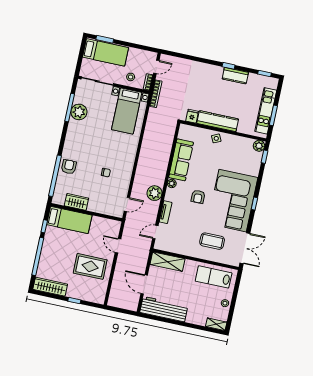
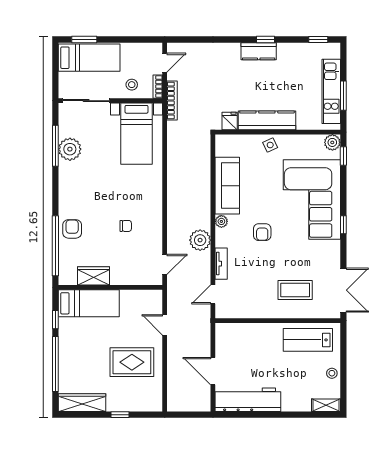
kitchen counter: (235, 76) -> (259, 51), moved
corner sofa: (233, 201) -> (312, 200), moved
shelving: (167, 262) -> (239, 332), removed

